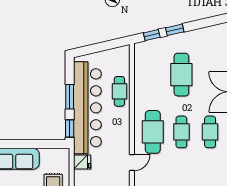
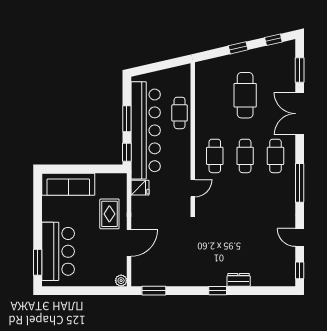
window: (152, 35) -> (273, 40), moved
cafe table: (153, 132) -> (215, 156), width x0.73, depth x0.74

